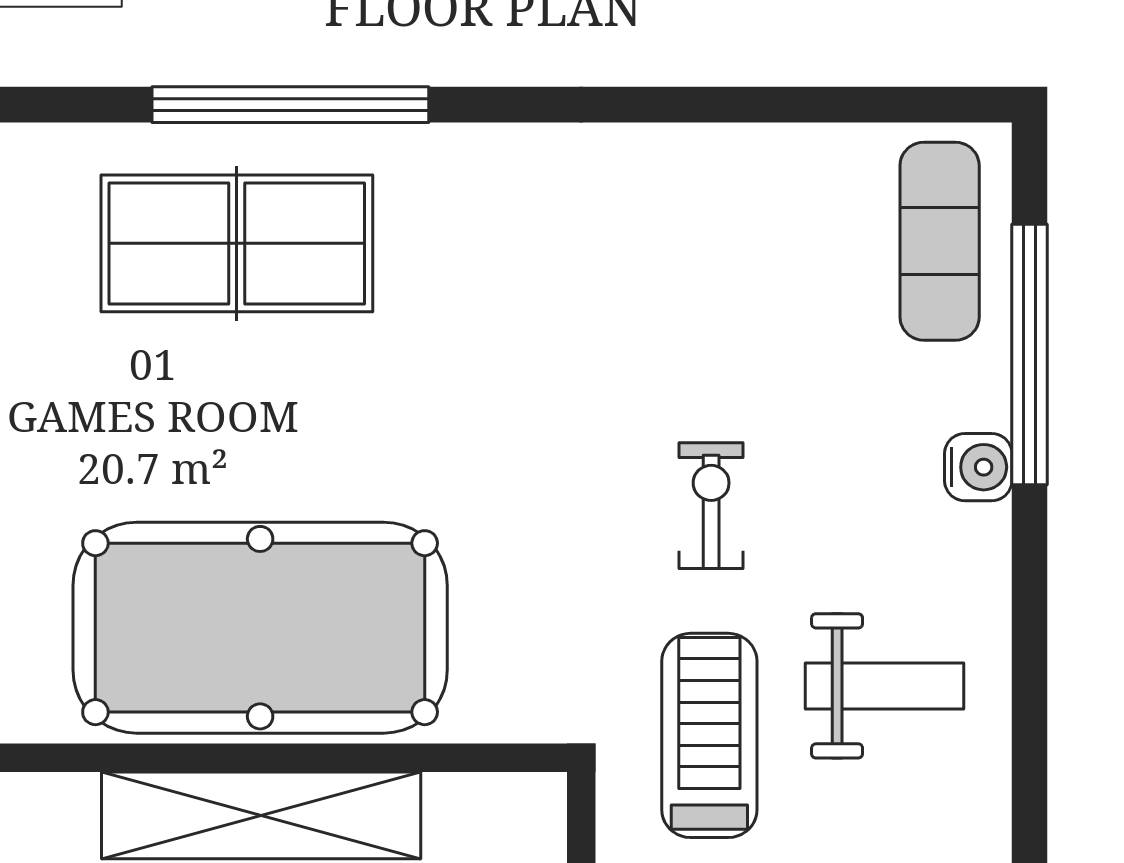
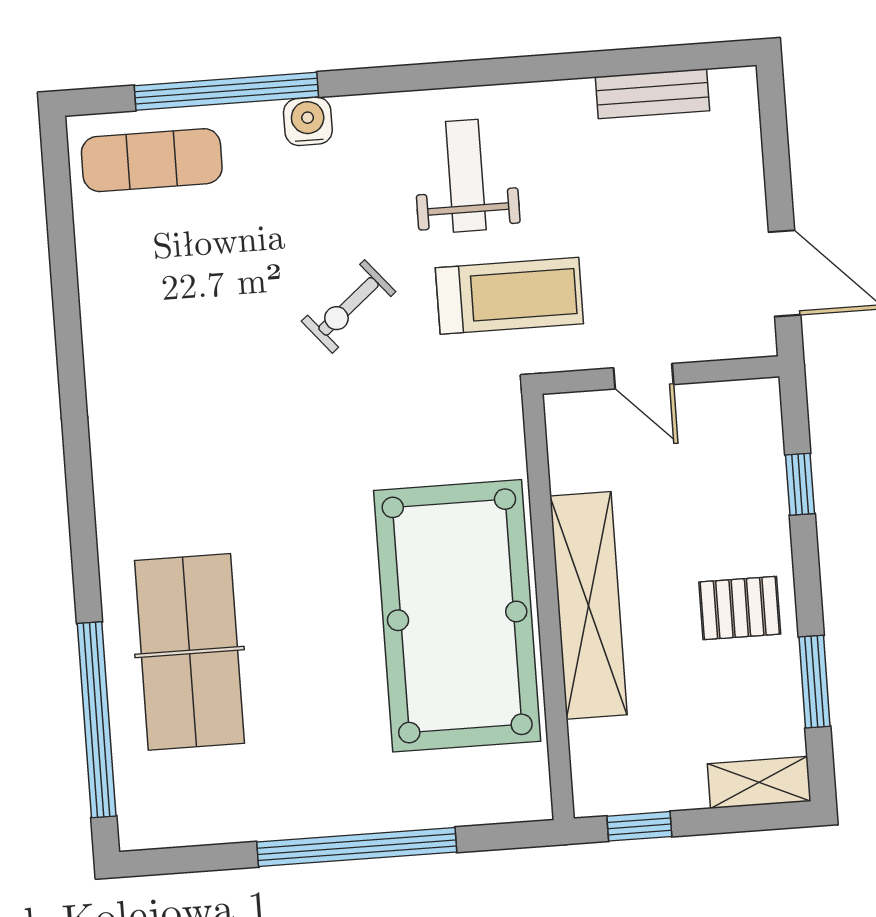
window: (290, 105) -> (97, 720), moved
exercise bike: (711, 506) -> (349, 306), turned -40
treadmill: (709, 735) -> (509, 296), turned 180

